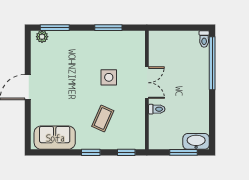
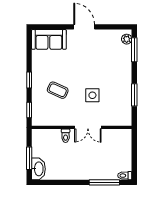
window: (212, 63) -> (104, 182), width x0.68
sofa: (55, 138) -> (49, 39), moved, turned 90

